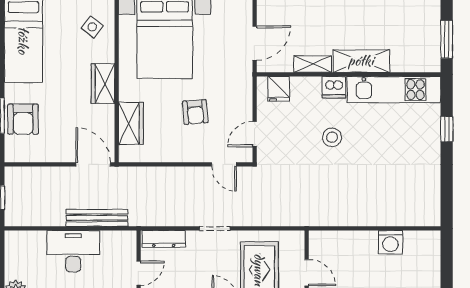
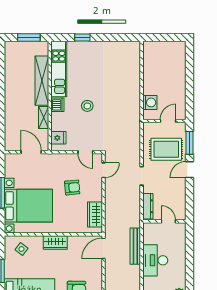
shelving: (361, 61) -> (42, 81), width x1.47
wardrobe: (131, 123) -> (95, 215), moved, turned -90
washing machine: (390, 242) -> (150, 102), moved

